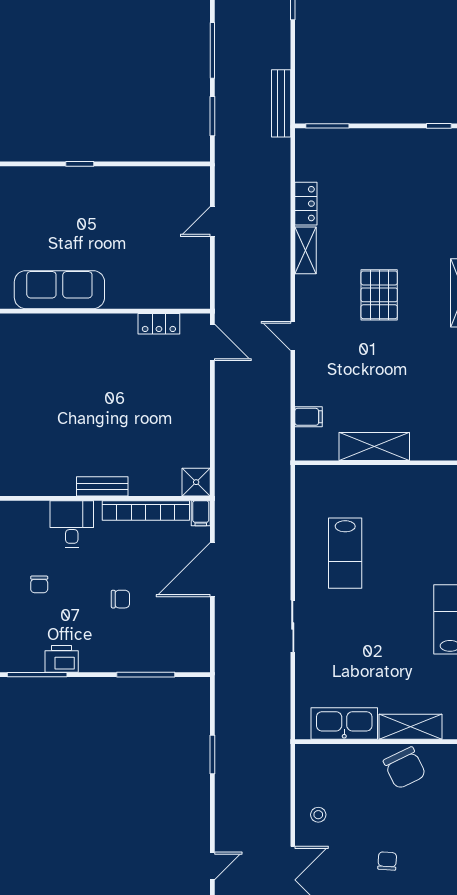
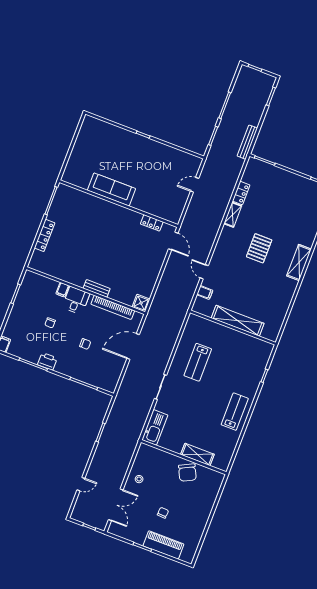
door: (293, 336) -> (204, 272), moved
shelving: (374, 446) -> (238, 321), width x1.47
filing cabinet: (201, 513) -> (63, 290), moved
kitchen sink: (344, 724) -> (155, 427), moved, turned 90

